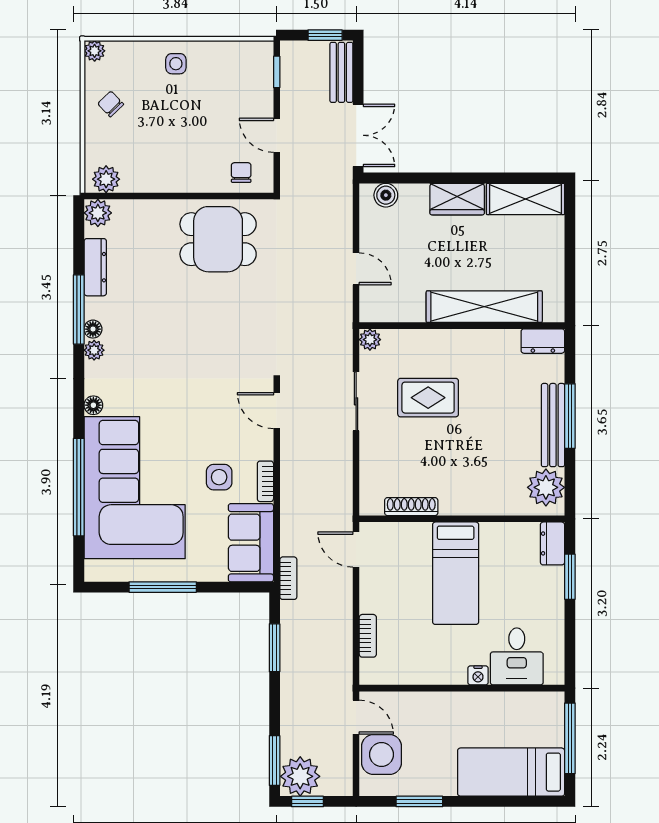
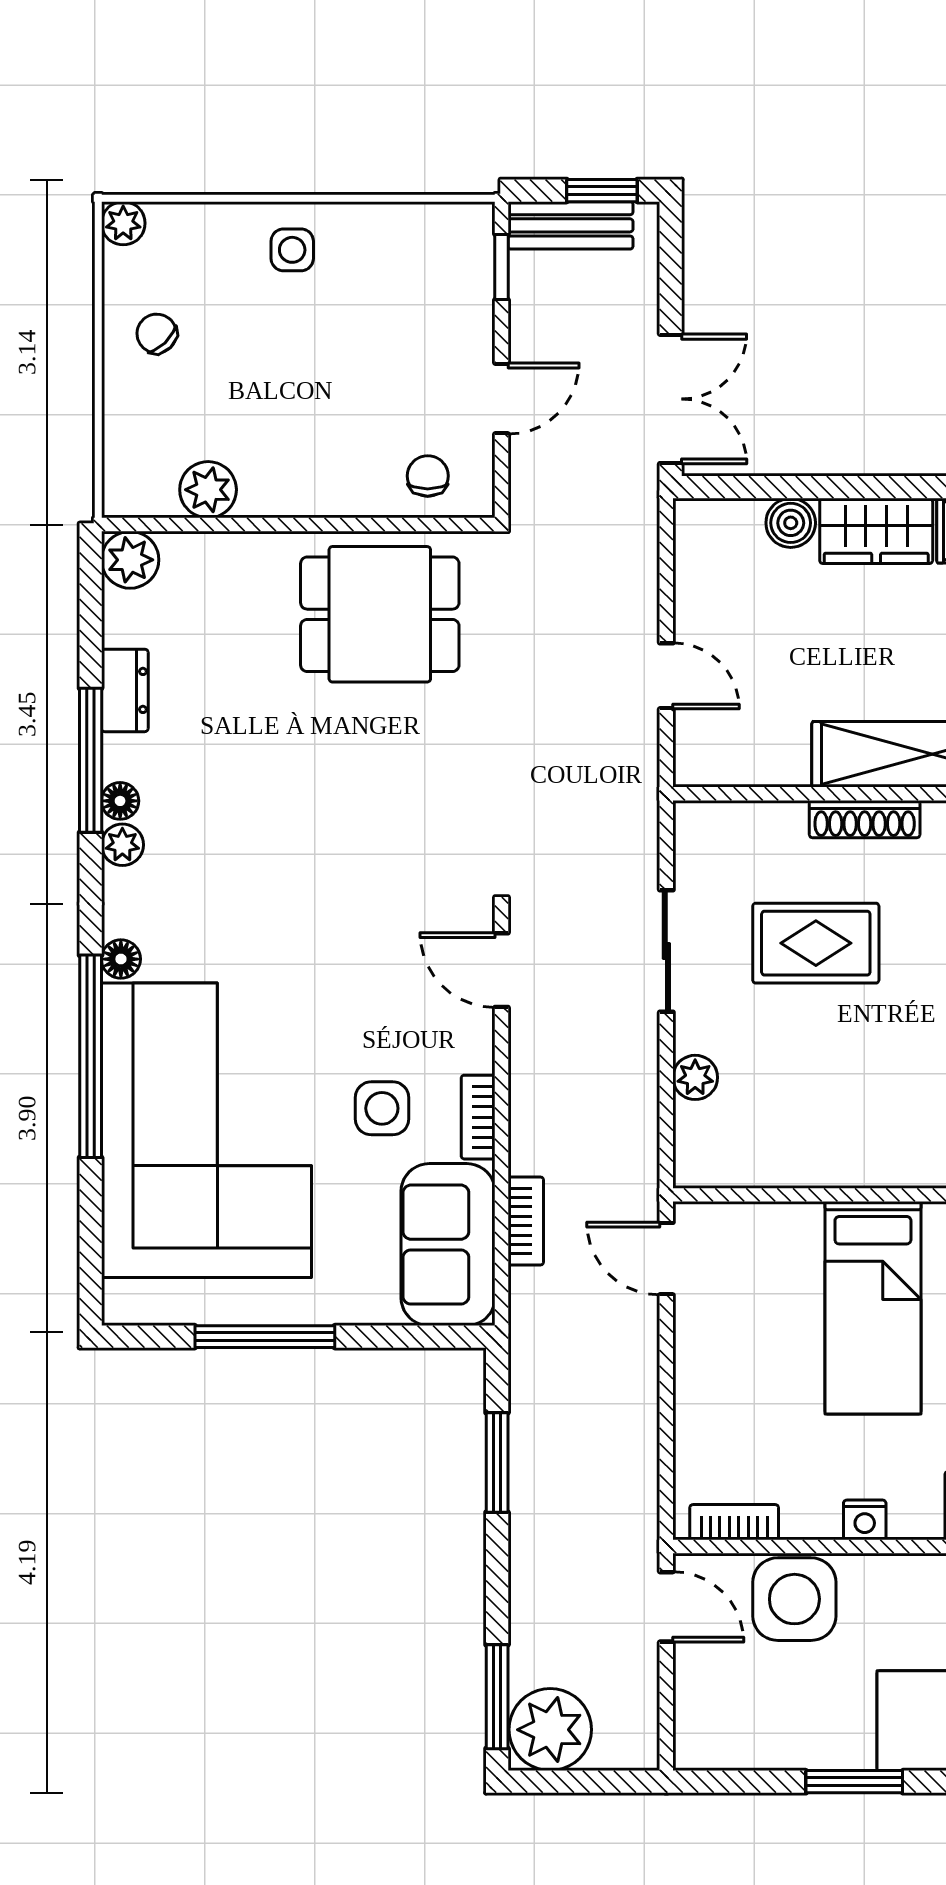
bench: (341, 72) -> (571, 225), moved, turned 90
door: (277, 135) -> (501, 398), swing flipped
plant: (106, 179) -> (208, 490), moved
boiler: (386, 195) -> (791, 523), moved
dresser: (95, 267) -> (125, 690), width x0.70
plant: (370, 340) -> (695, 1077), moved
window: (79, 487) -> (91, 1056), moved
shoe rack: (411, 507) -> (865, 819), moved, turned 180
bookcase: (288, 578) -> (526, 1221), moved
bookcase: (368, 636) -> (734, 1522), moved, turned -90
nightstand: (478, 675) -> (865, 1520), moved
side table: (382, 754) -> (794, 1599), moved
window: (307, 801) -> (565, 1782), removed
window: (419, 801) -> (854, 1782), moved

